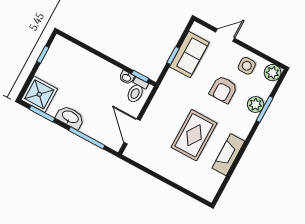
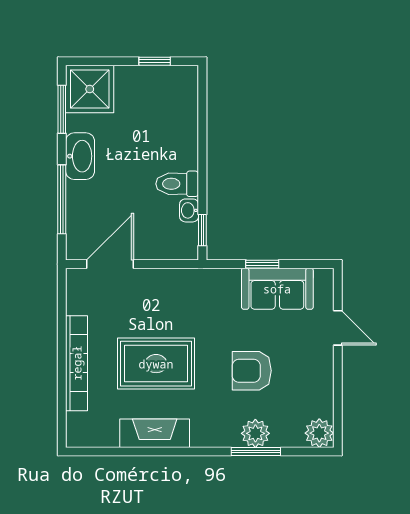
side table: (247, 66) -> (308, 387), removed
toilet: (137, 91) -> (177, 184), moved
bookcase: (172, 175) -> (77, 363), added

